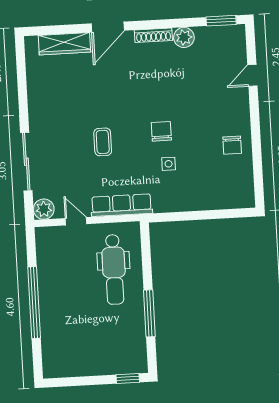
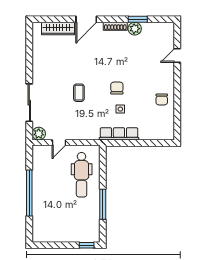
window: (221, 21) -> (138, 19), moved
row of seats: (122, 205) -> (119, 134), moved
door: (76, 221) -> (59, 143), swing flipped

